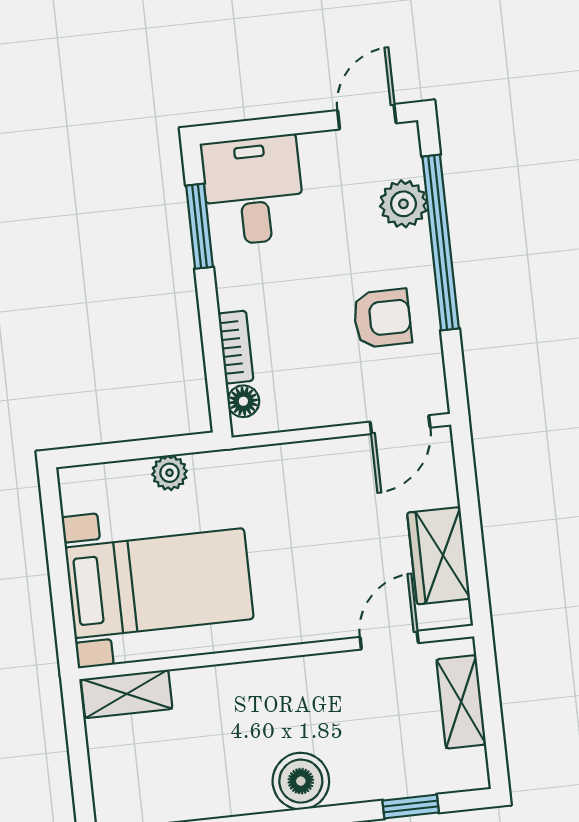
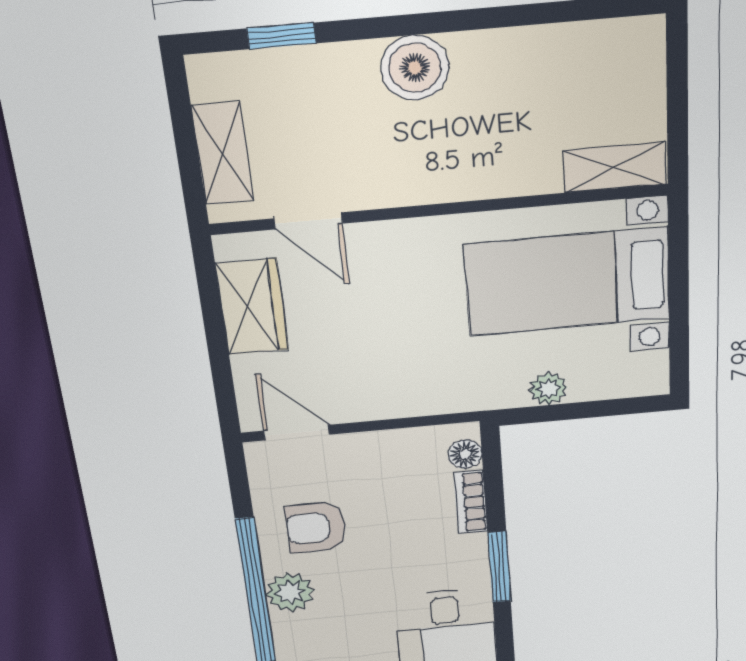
plant: (403, 204) -> (290, 592), moved
window: (199, 226) -> (499, 567), moved
door: (400, 425) -> (297, 433), hinge flipped
door: (389, 640) -> (308, 221), hinge flipped

